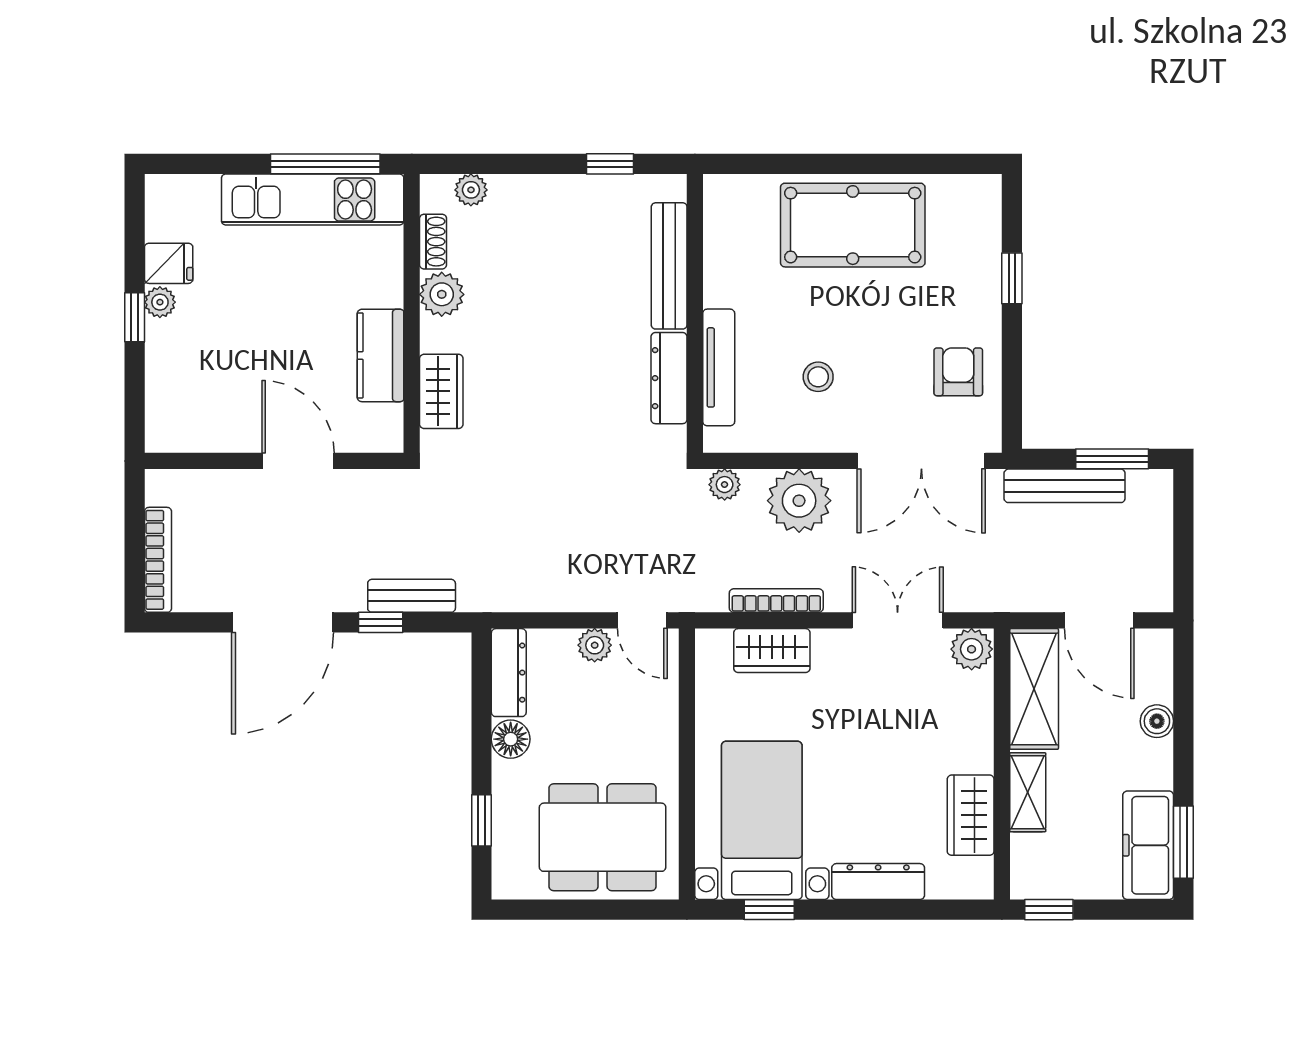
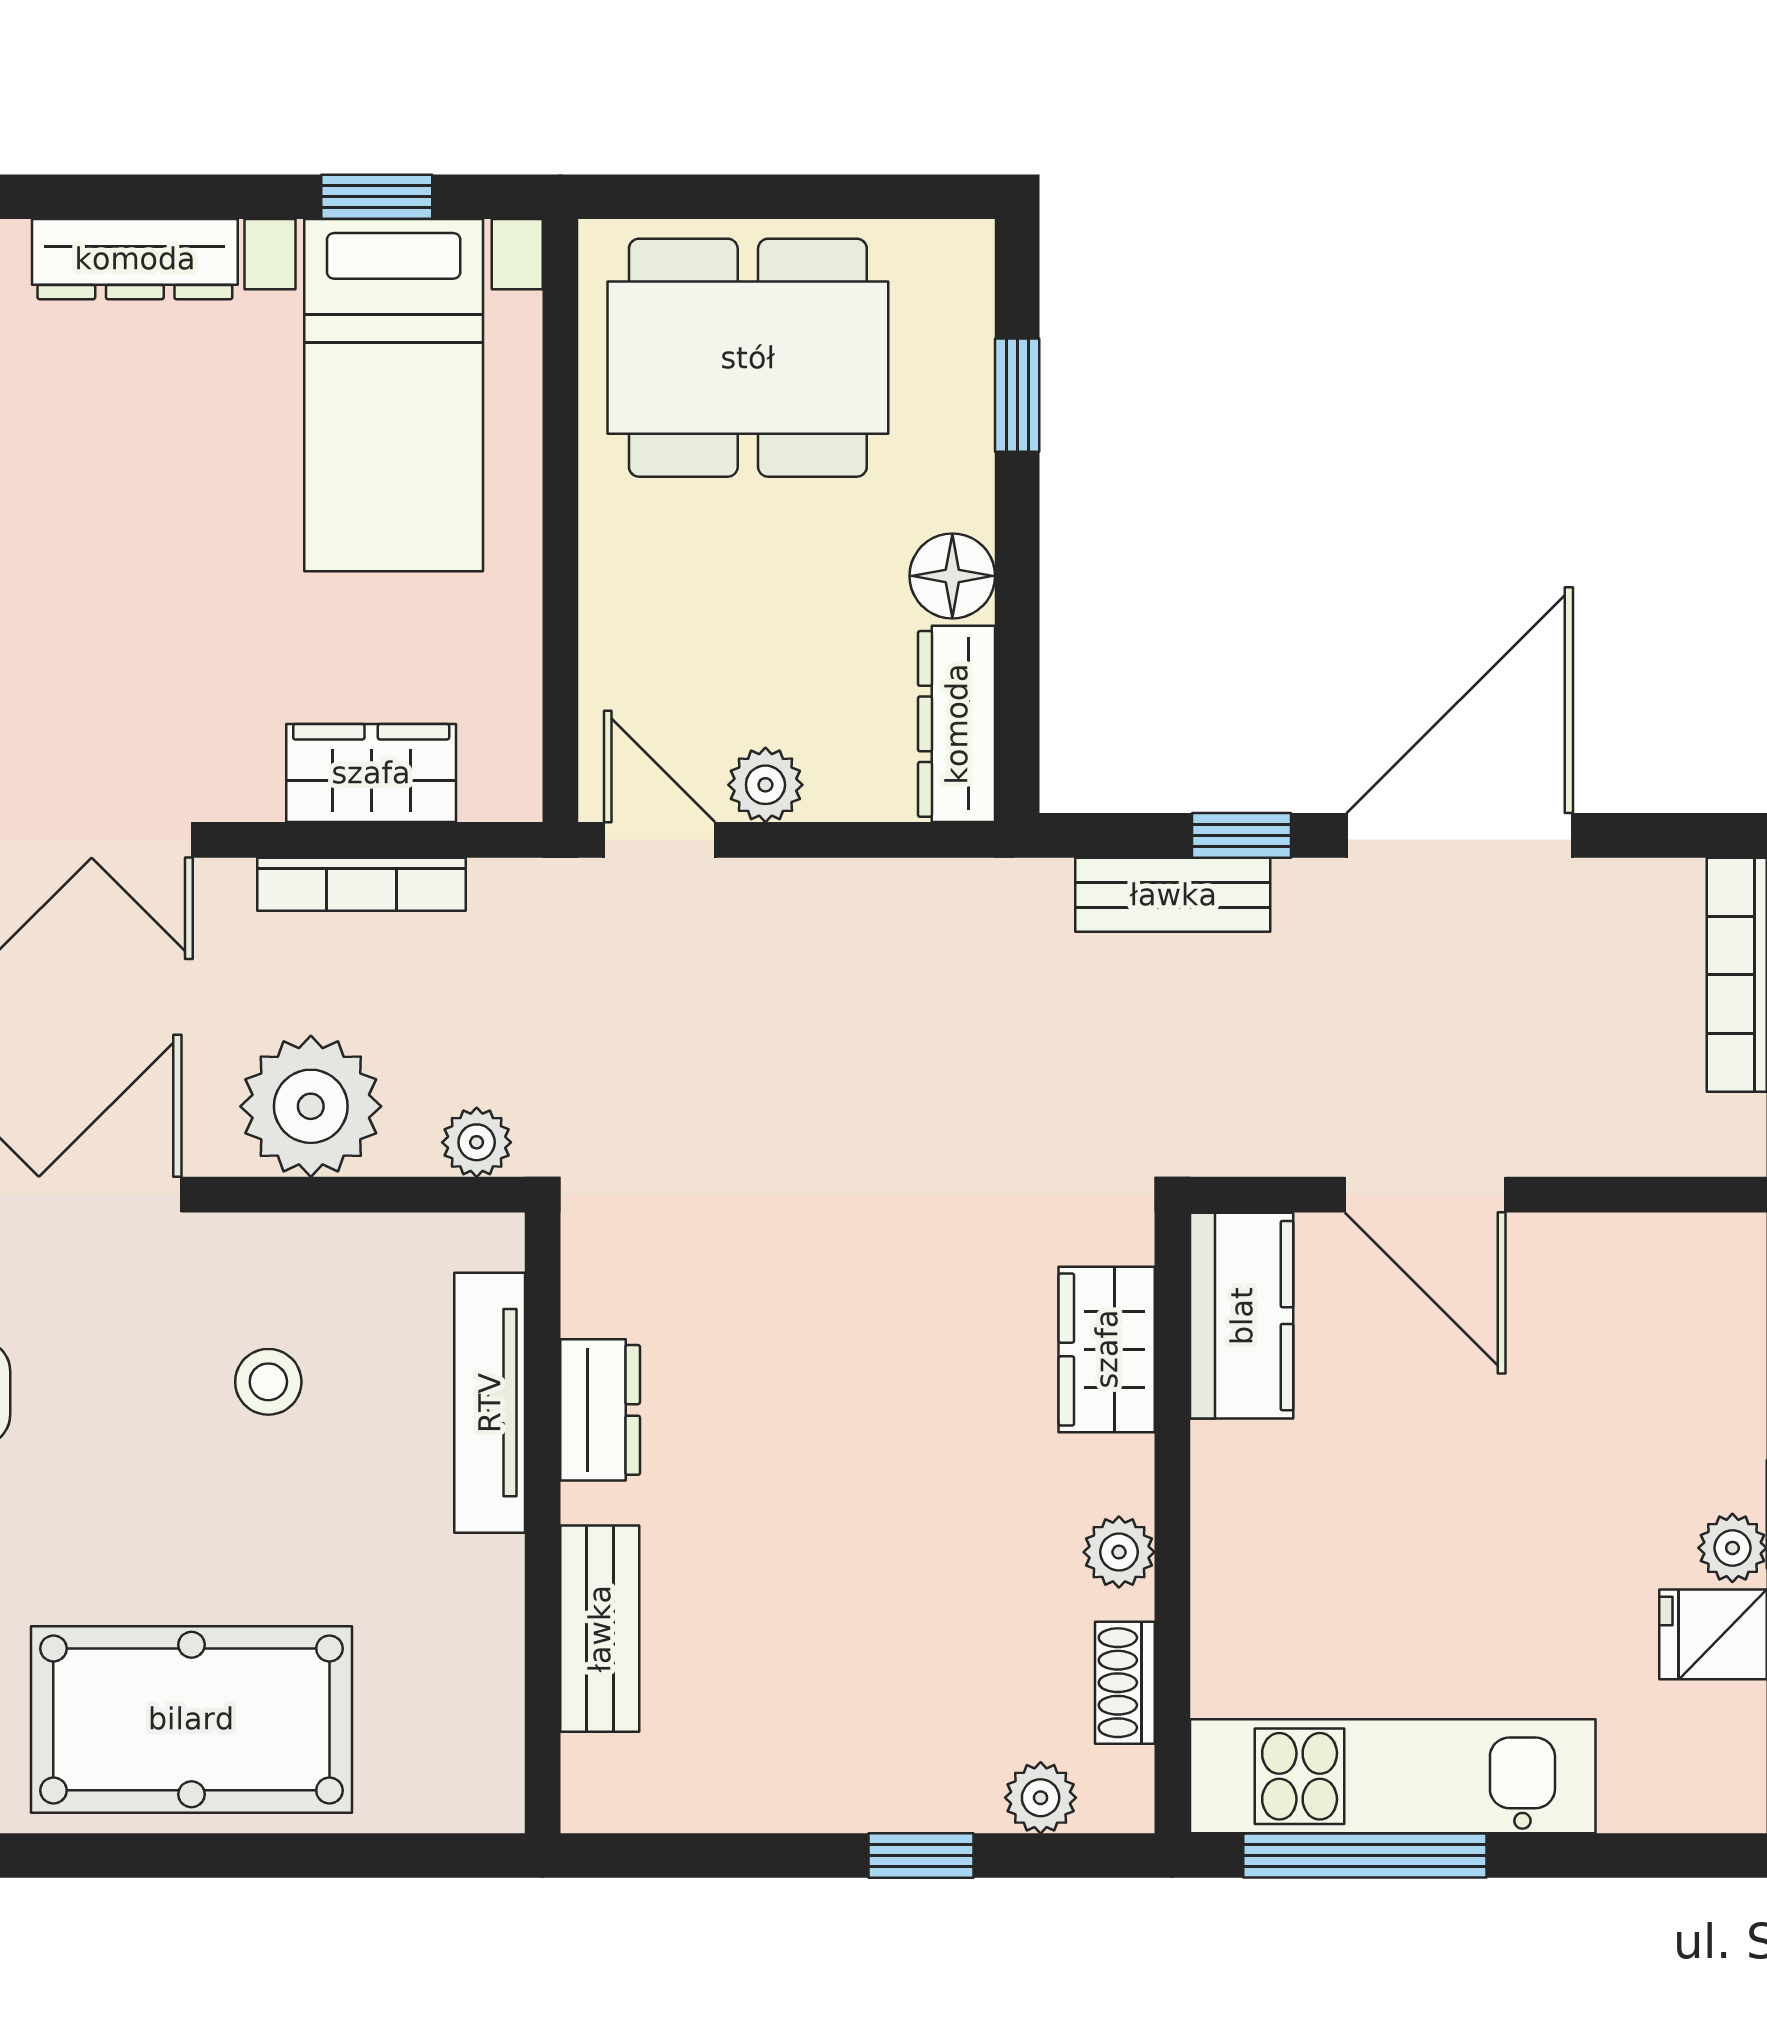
window: (610, 164) -> (921, 1856), moved
bench: (669, 266) -> (600, 1629), width x0.73
plant: (442, 294) -> (1119, 1552), width x0.73, depth x0.73
kitchen counter: (381, 355) -> (1242, 1316), moved
dresser: (669, 378) -> (600, 1410), width x0.70

